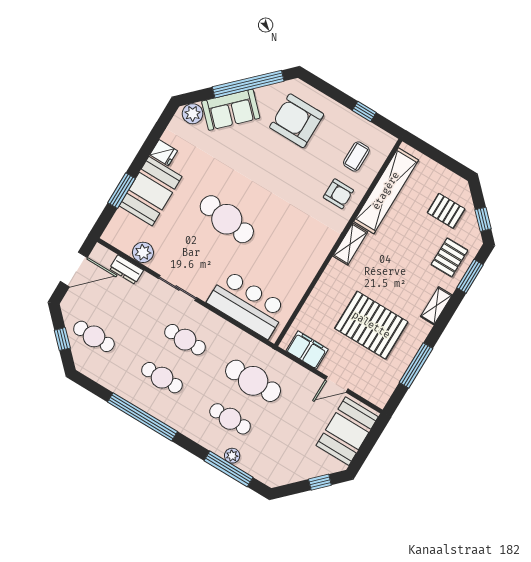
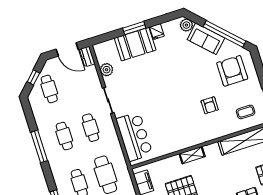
window: (122, 191) -> (134, 28), moved
armchair: (338, 194) -> (210, 105), moved
cafe table: (227, 219) -> (159, 88), removed
shelving: (350, 244) -> (192, 155), moved
dresser: (126, 270) -> (87, 57), moved
window: (142, 417) -> (39, 146), width x0.68

